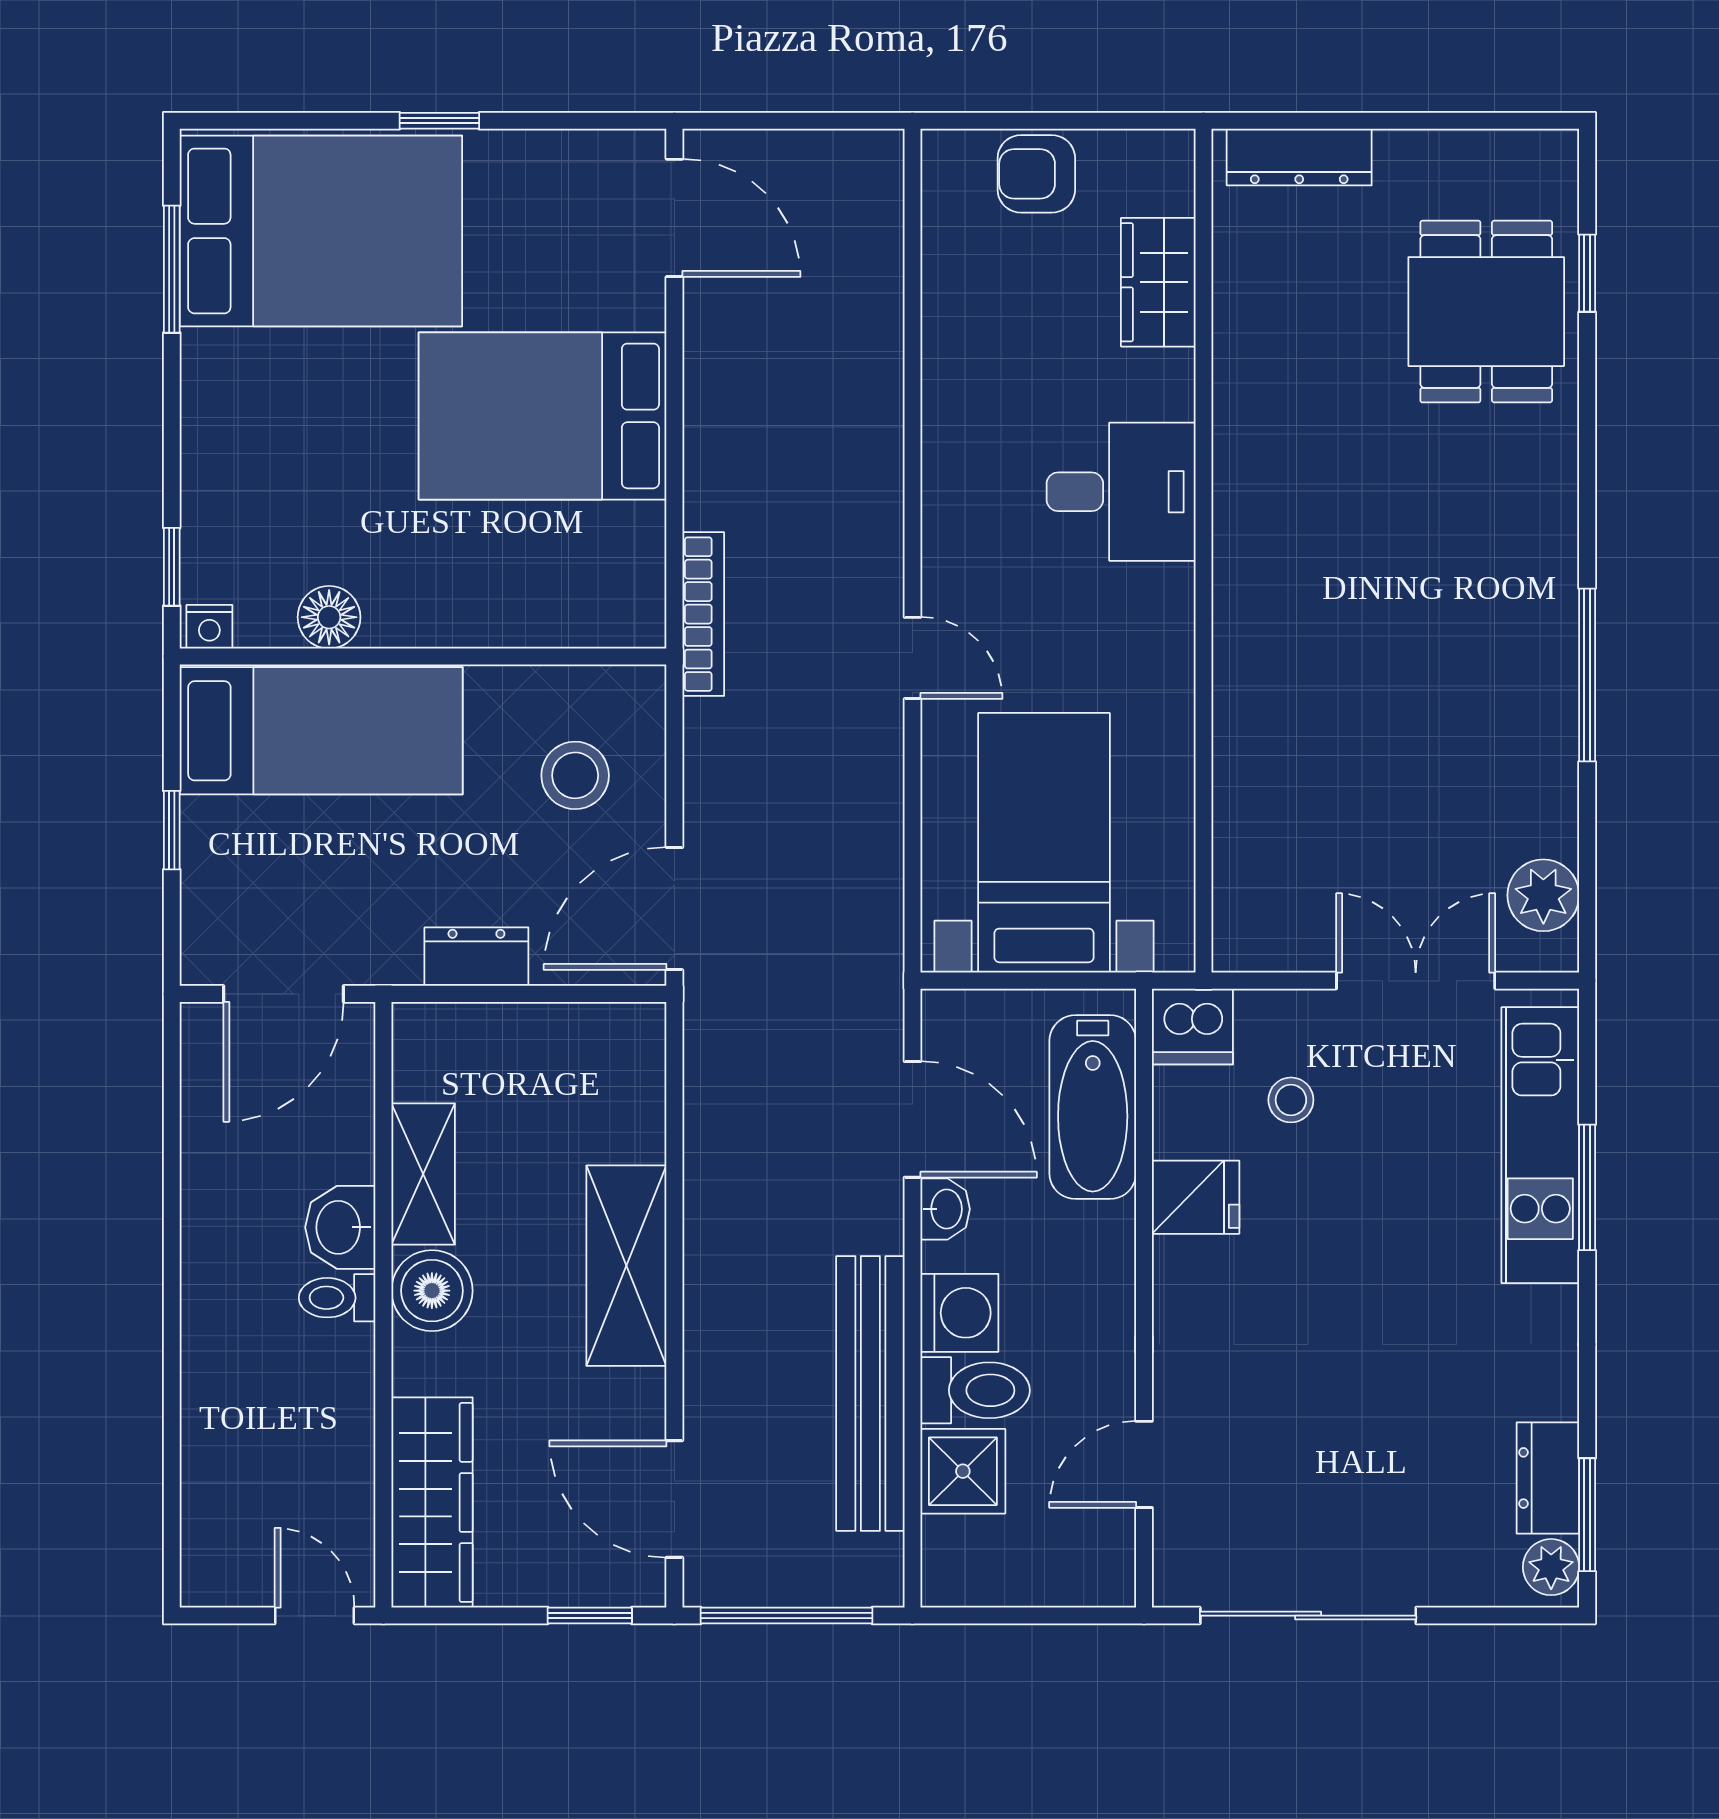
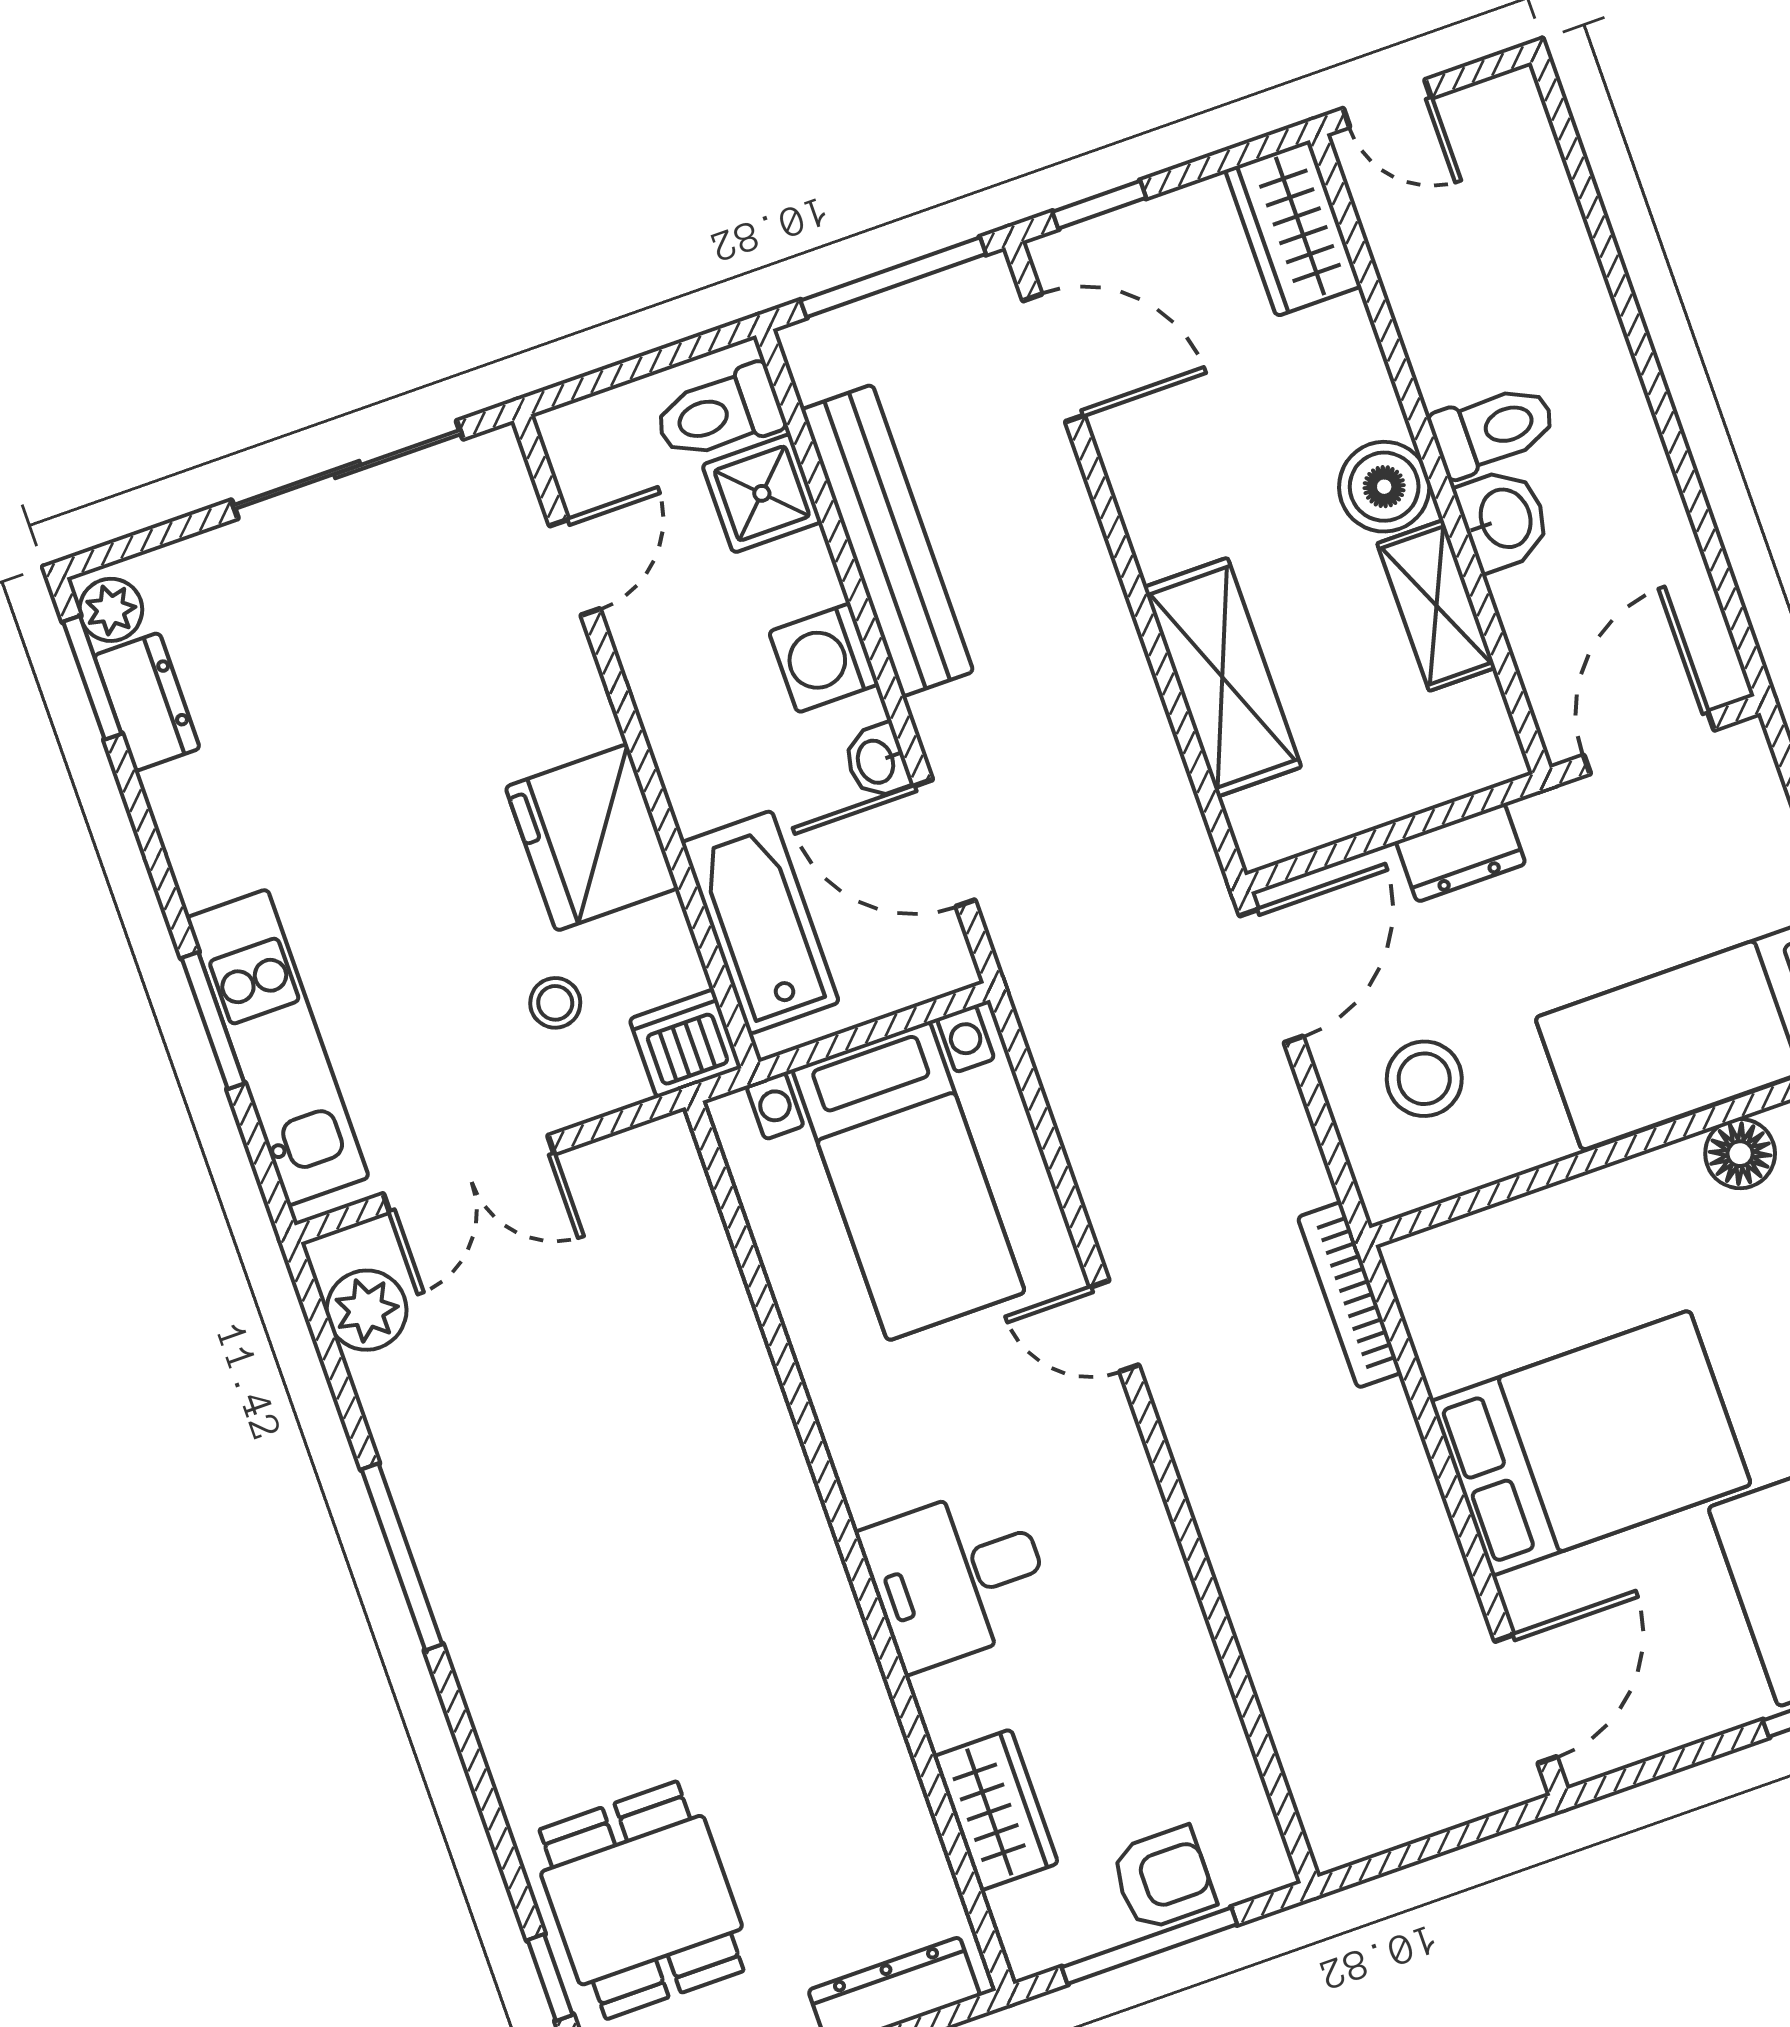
window: (1068, 121) -> (1149, 1946), added
door: (674, 218) -> (1526, 1699), swing flipped
fridge: (1196, 1197) -> (592, 837), width x1.88, depth x1.34
shelving: (626, 1266) -> (1222, 677), moved
toilet: (337, 1298) -> (1493, 430), width x1.37, depth x1.39
toilet: (975, 1390) -> (719, 413), moved
wardrobe: (432, 1502) -> (1293, 228), width x0.67

